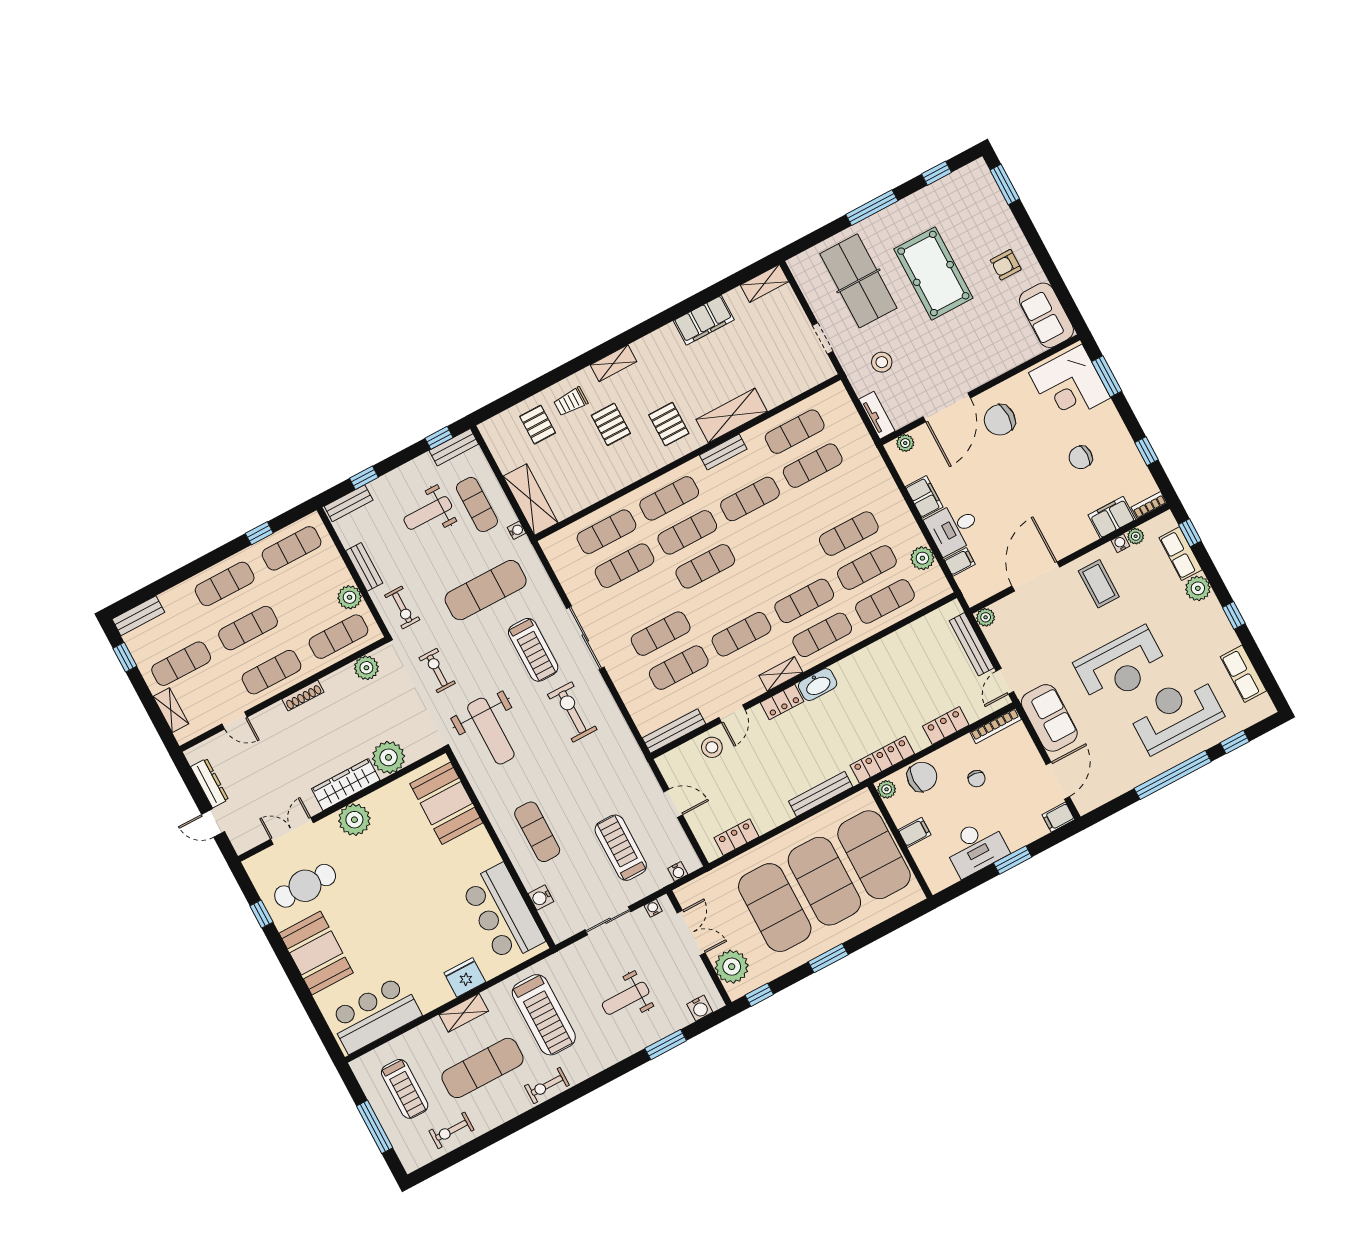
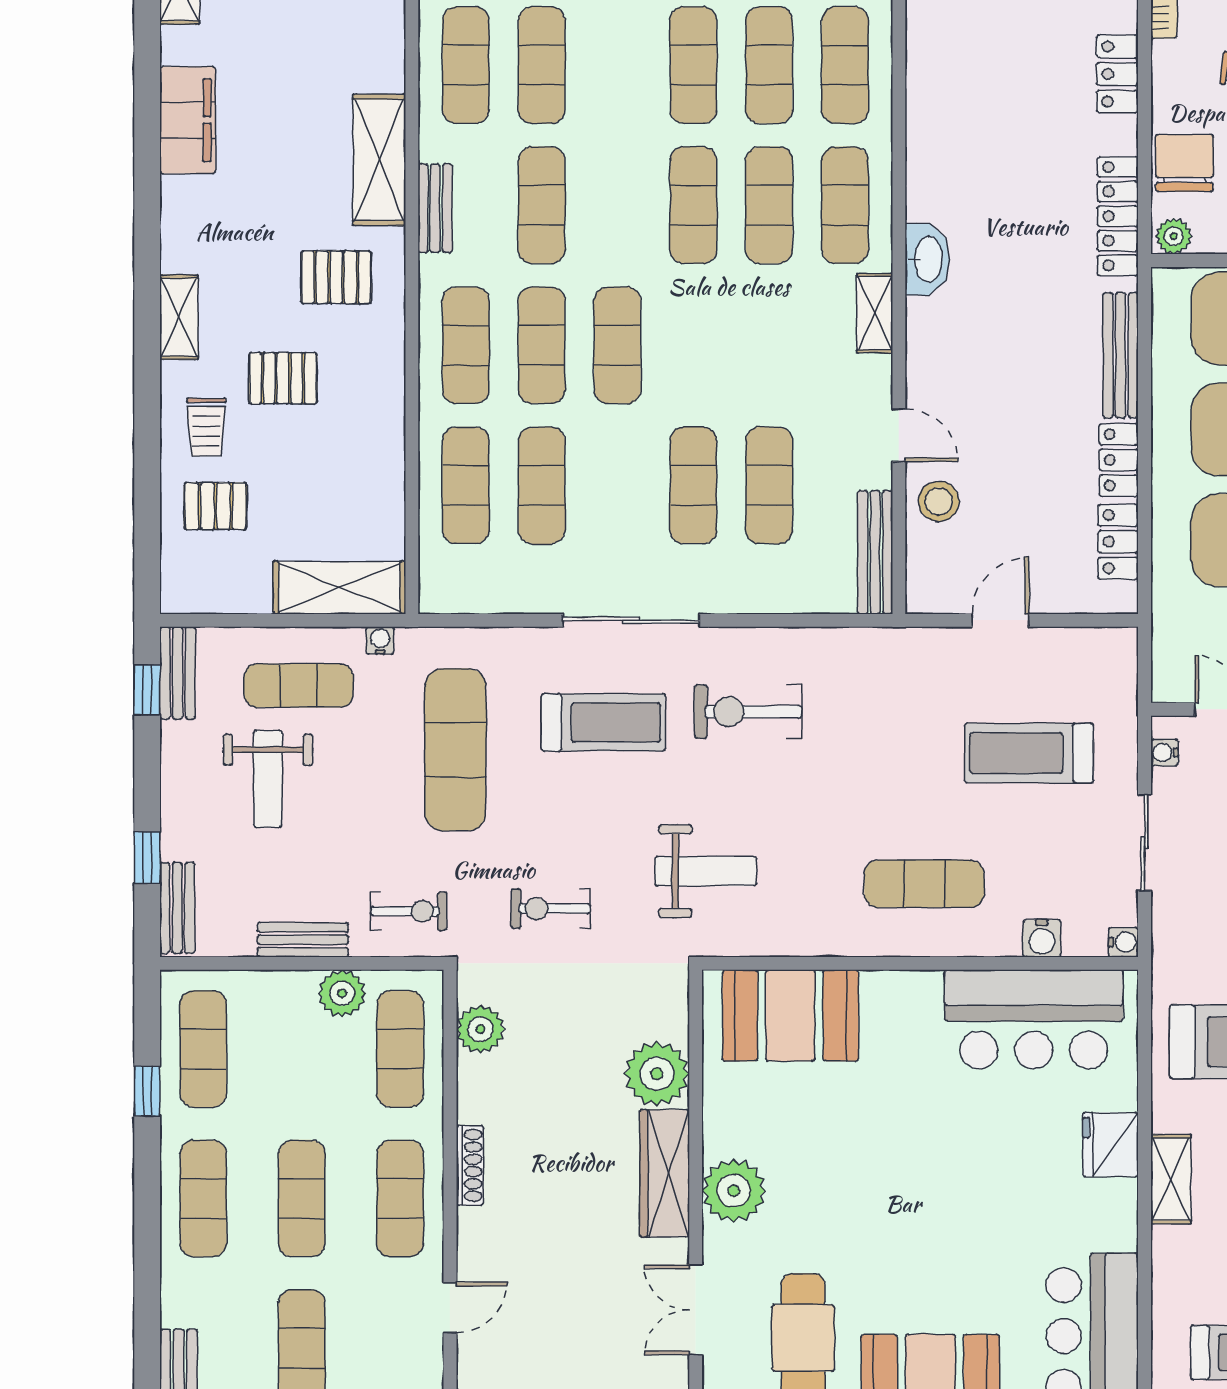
exercise mat: (741, 634) -> (693, 205), moved
locker: (782, 702) -> (1119, 460), moved, turned 180
weight bench: (491, 731) -> (706, 871), width x0.73, depth x0.75
water cooler: (678, 871) -> (1123, 942), moved

